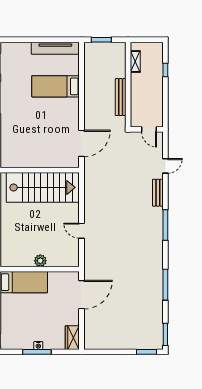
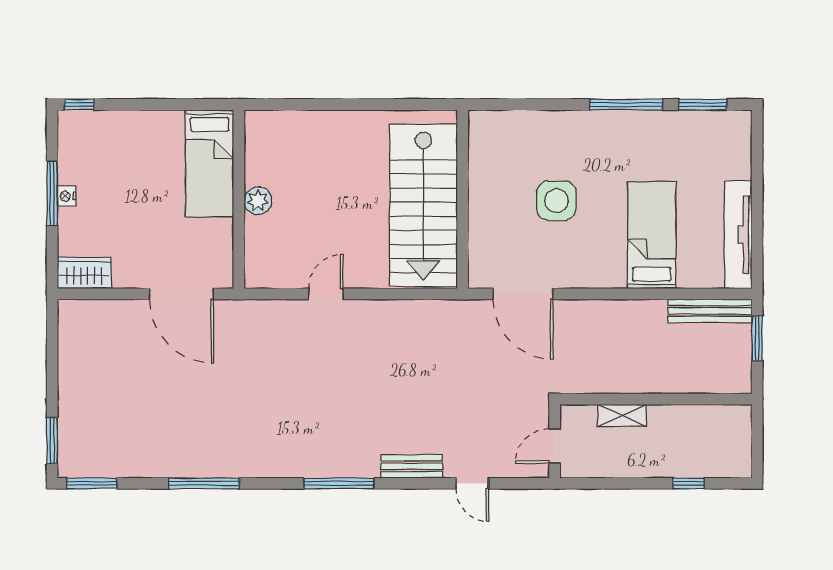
shelving: (135, 61) -> (622, 415), moved
bench: (121, 97) -> (710, 311), moved
side table: (40, 129) -> (556, 201), added

